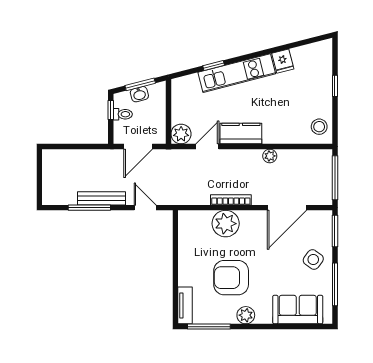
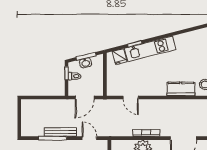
fridge: (283, 61) -> (120, 57), moved
plant: (181, 134) -> (113, 89), removed
kitchen counter: (241, 134) -> (181, 89), moved
door: (207, 146) -> (131, 98), swing flipped
plant: (270, 156) -> (172, 104), removed

